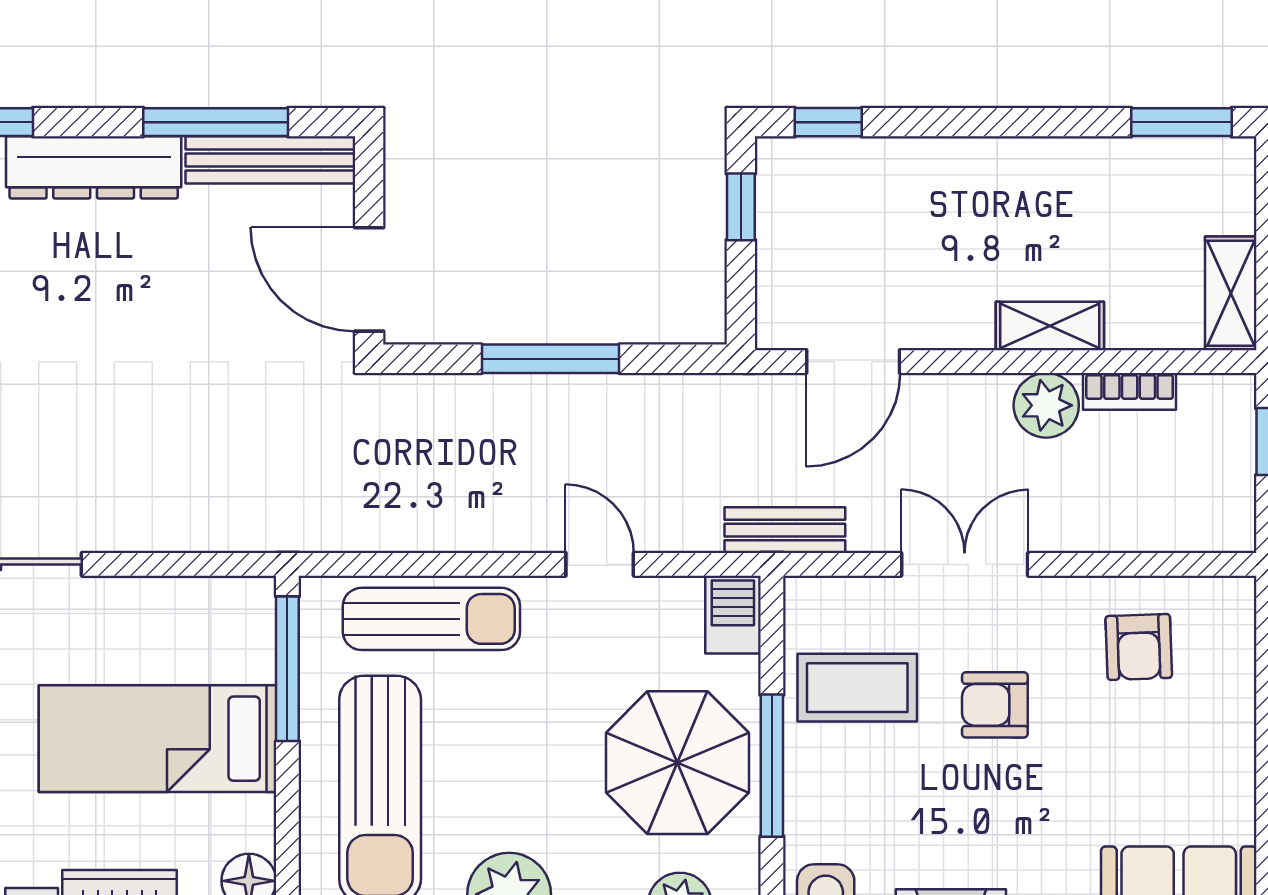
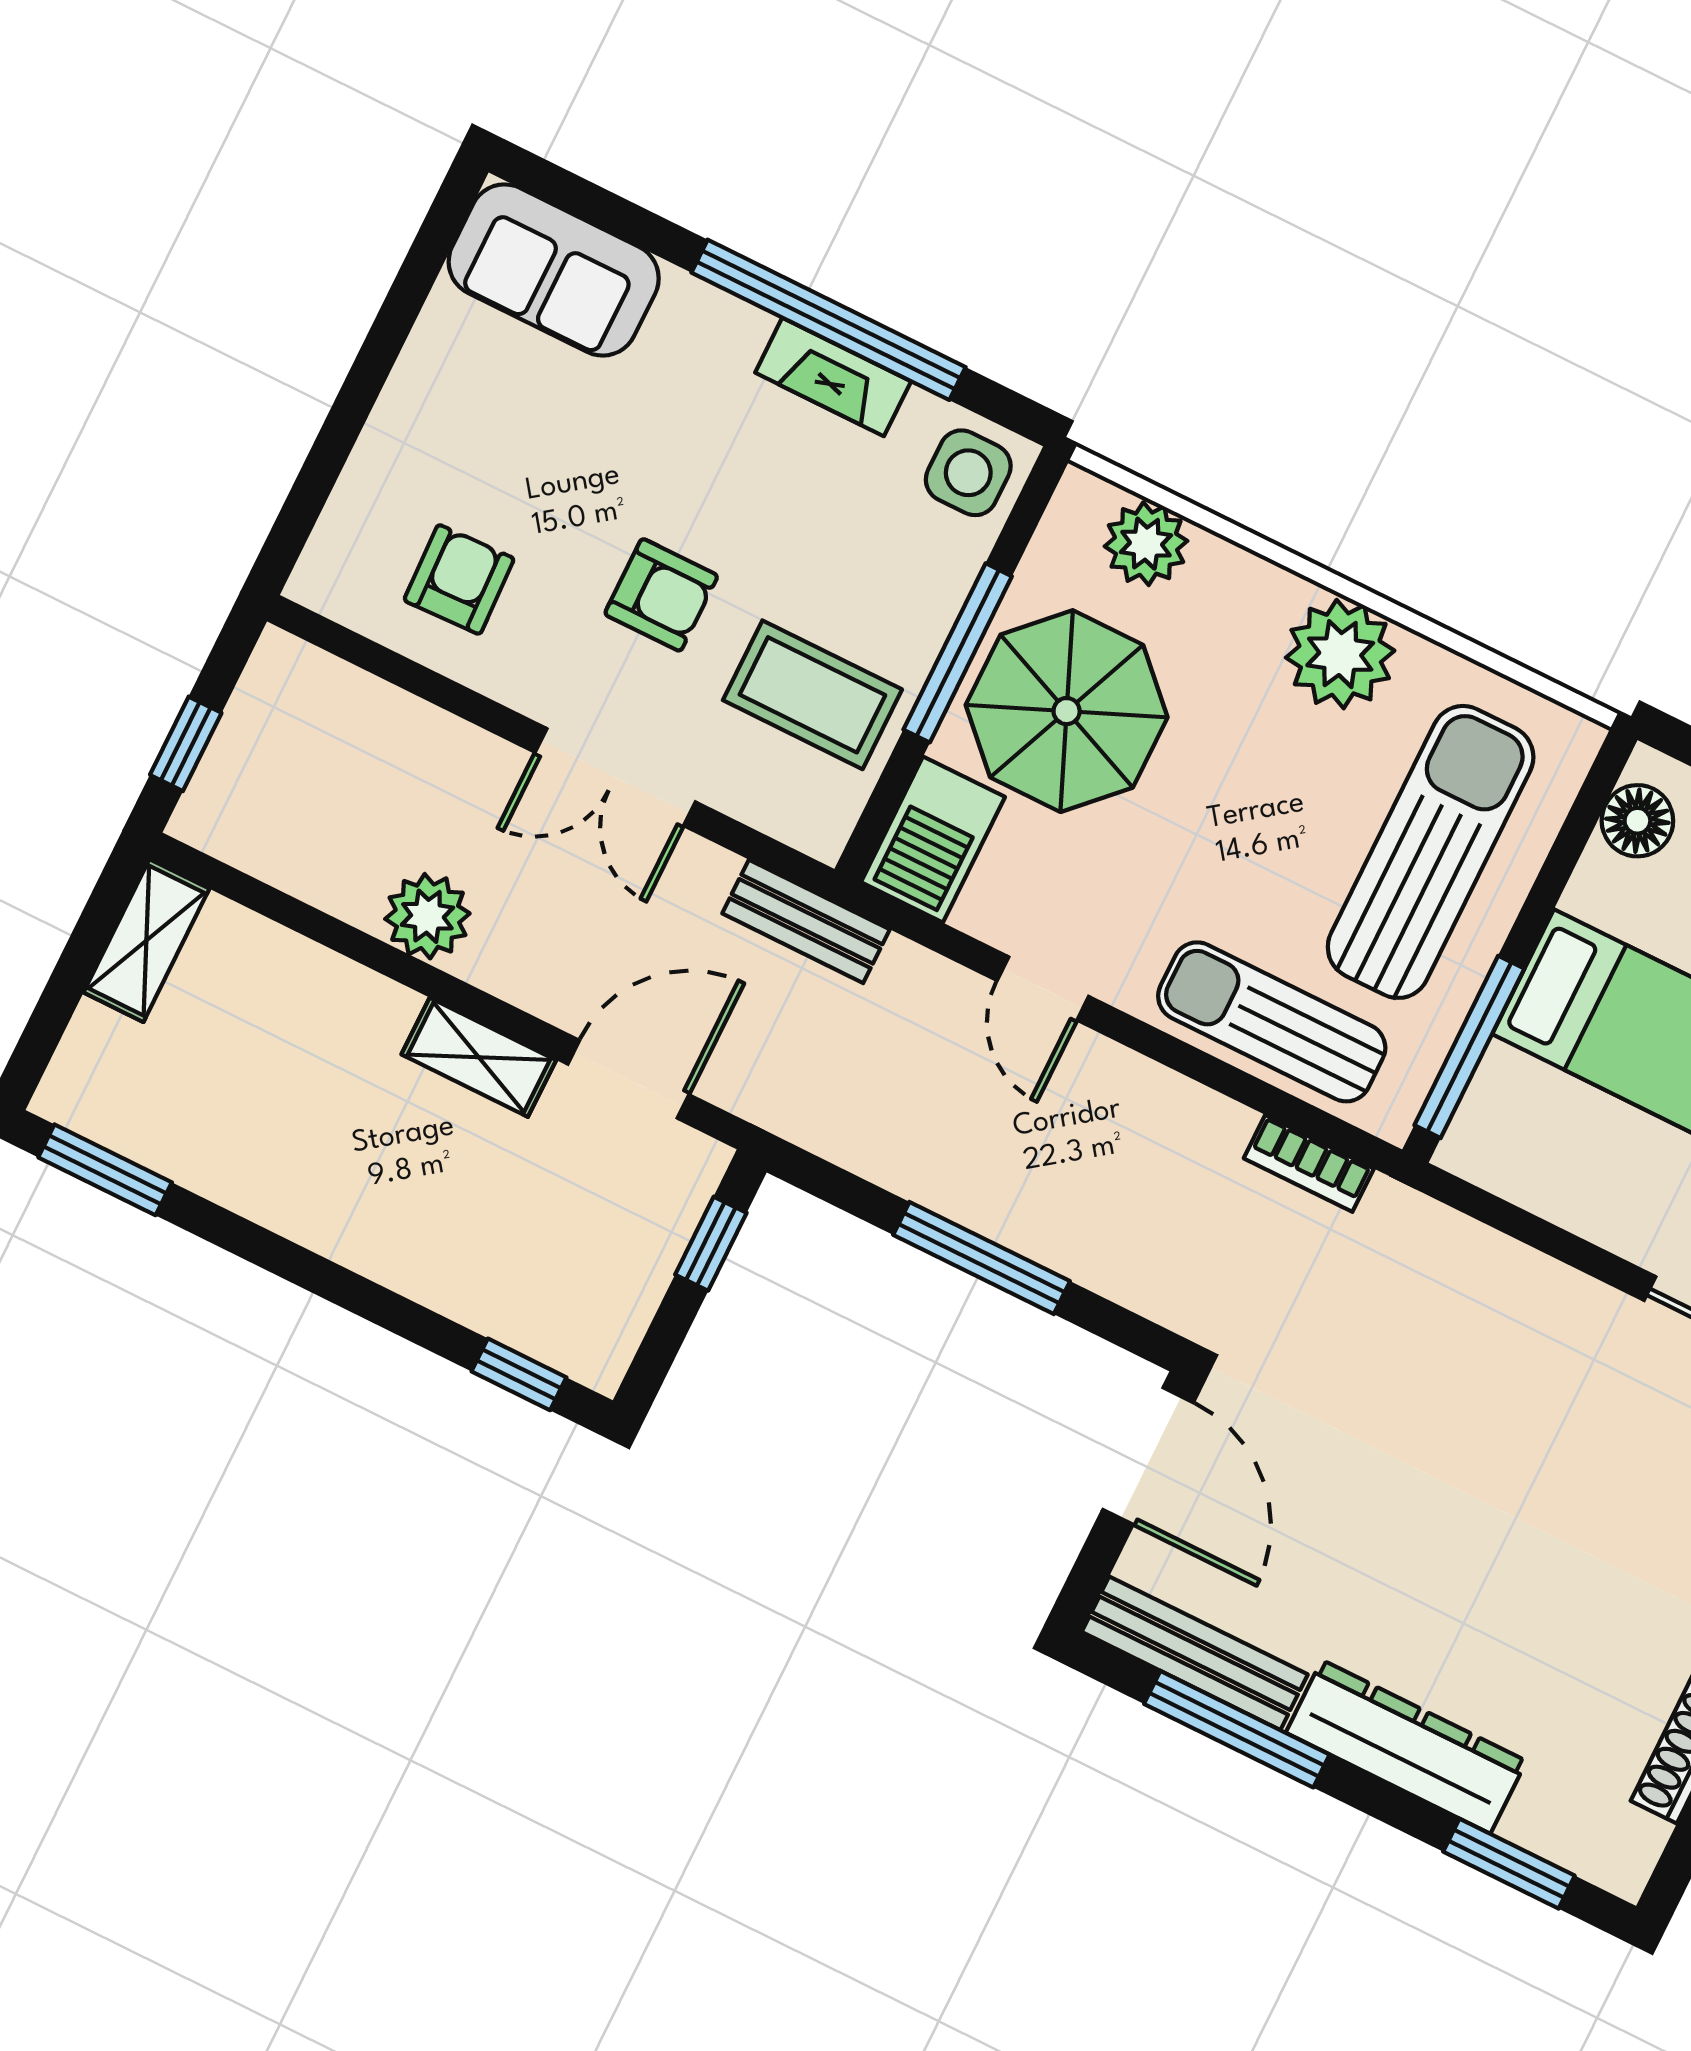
window: (741, 207) -> (711, 1244), moved
shelving: (1050, 326) -> (479, 1057), moved
bookcase: (1130, 391) -> (1309, 1163), moved, turned 180
barbecue: (733, 615) -> (933, 839), width x1.38, depth x1.27

